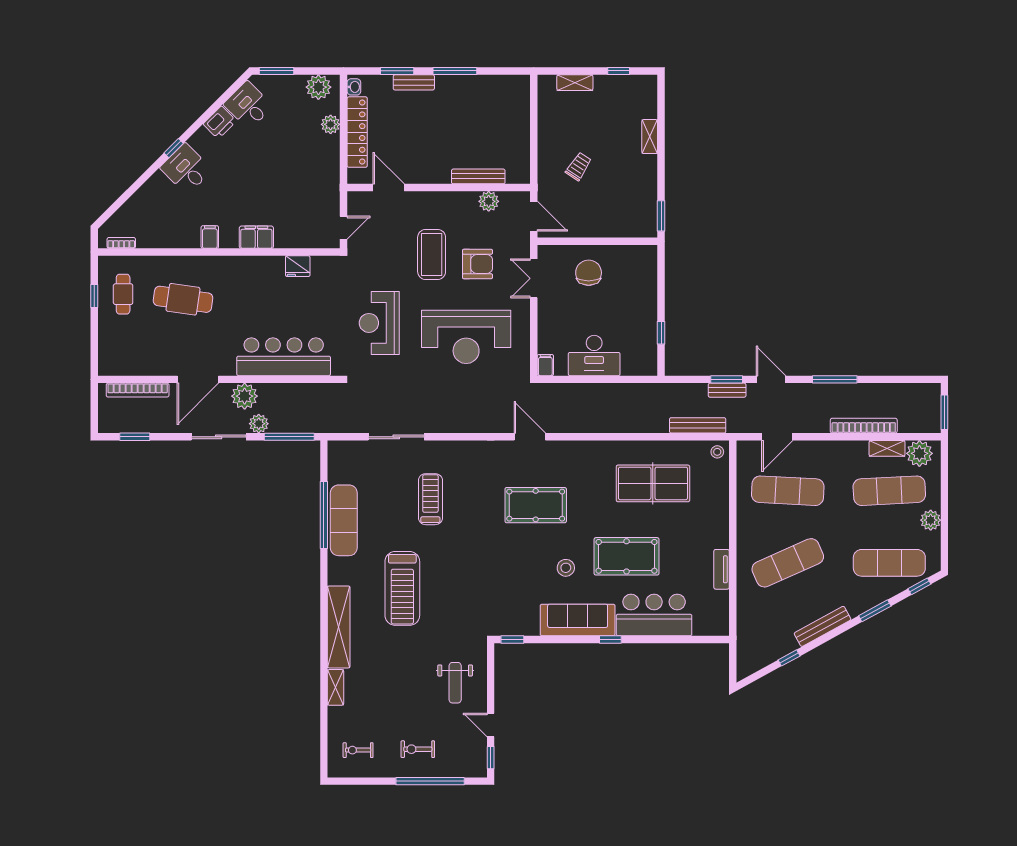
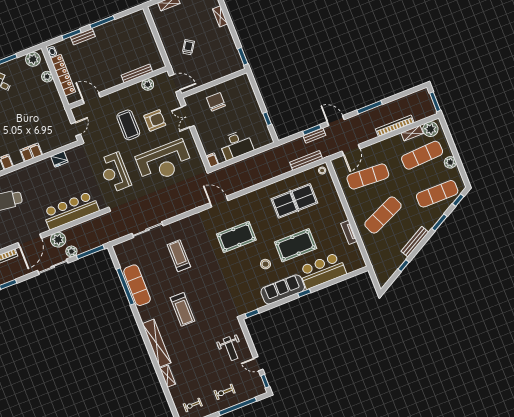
treadmill: (402, 588) -> (183, 309), width x0.73, depth x0.73

